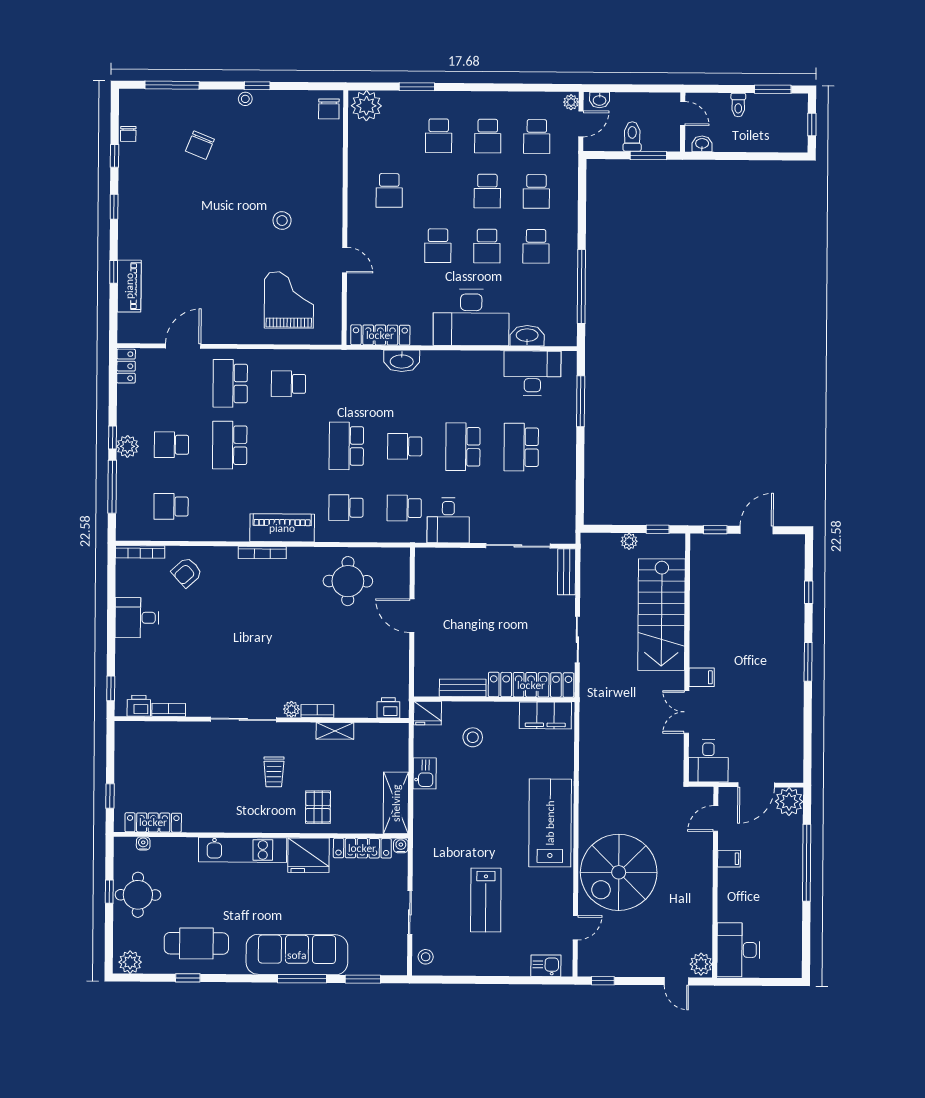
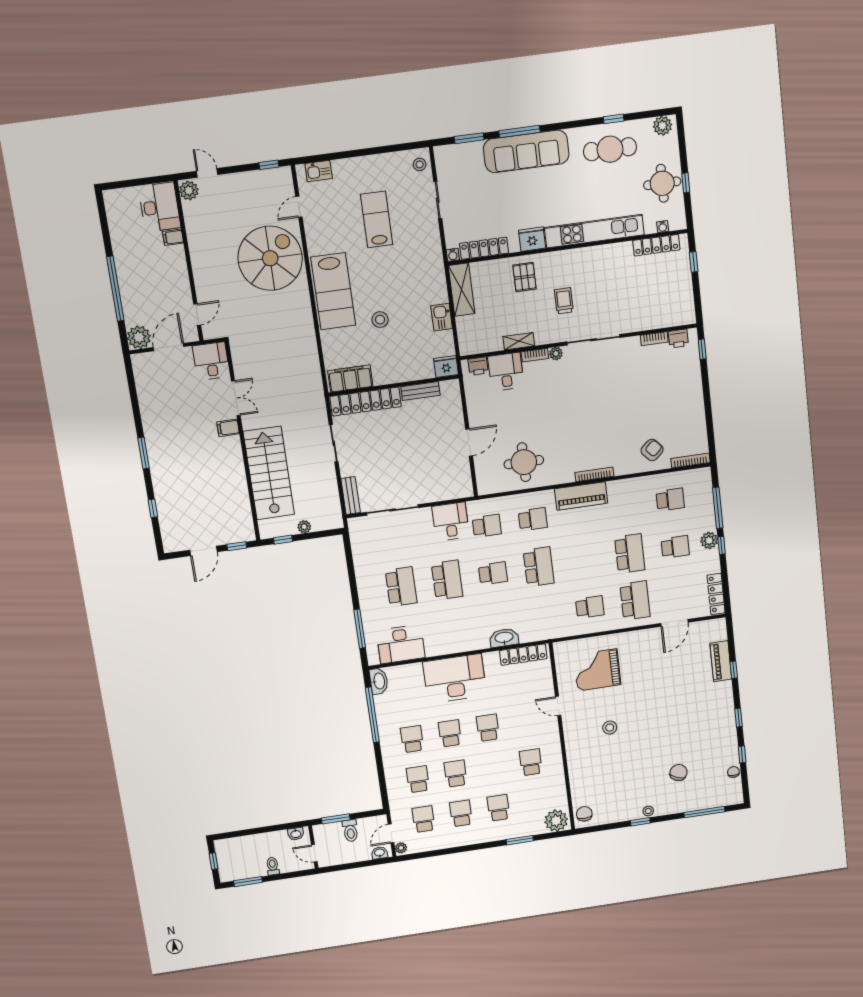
grand piano: (289, 300) -> (597, 670), turned 90
washbasin: (527, 336) -> (379, 681), moved, turned -90
locker: (126, 366) -> (716, 594), width x1.53
door: (412, 616) -> (469, 442), hinge flipped
desk: (137, 618) -> (506, 372), moved, turned -90
stool: (473, 737) -> (380, 320), moved
kitchen unit: (243, 850) -> (594, 231), width x1.36
fridge: (308, 855) -> (532, 239), width x0.73, depth x0.75
filing cabinet: (729, 859) -> (173, 237), moved

